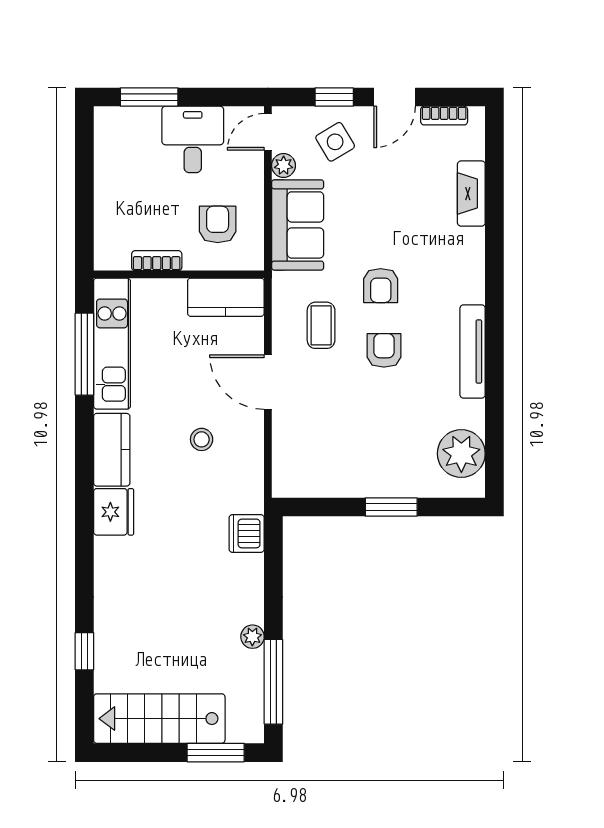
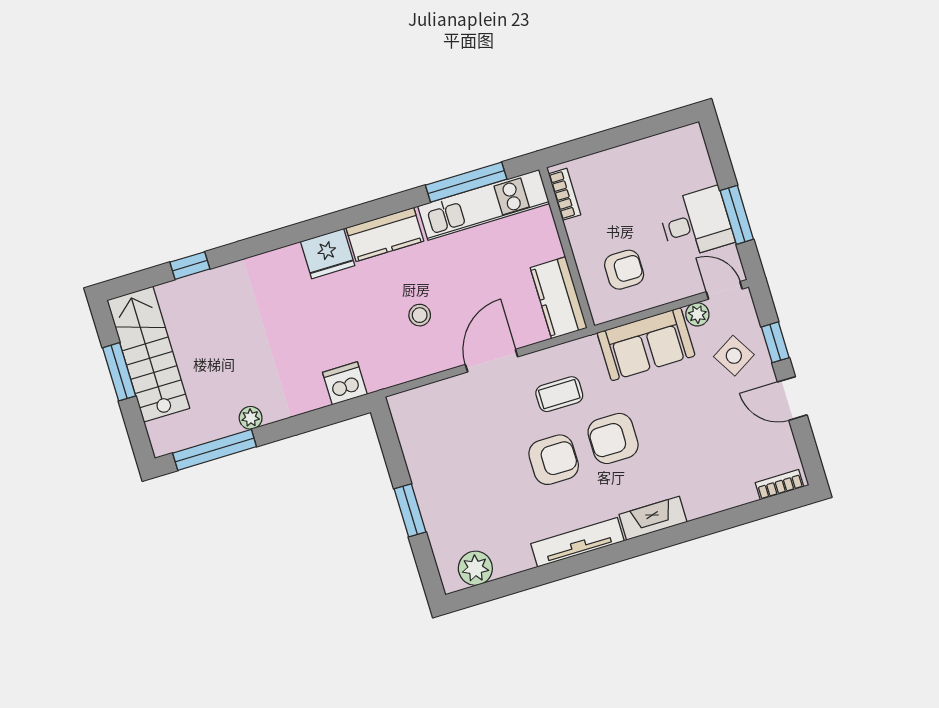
window: (149, 97) -> (737, 215), moved
bookcase: (444, 116) -> (780, 485), moved, turned 90
fireplace: (471, 194) -> (653, 518), moved
bookcase: (157, 261) -> (565, 194), moved
armchair: (381, 286) -> (613, 438), width x1.38, depth x1.38
armchair: (384, 350) -> (554, 460), width x1.38, depth x1.38
plant: (461, 454) -> (475, 568), width x0.73, depth x0.73
window: (216, 753) -> (119, 372), moved

